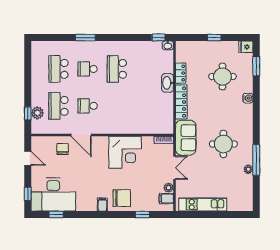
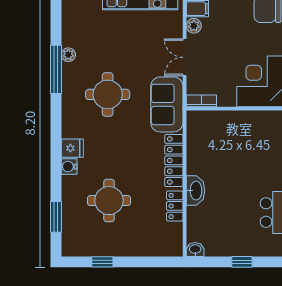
window: (158, 38) -> (242, 262), moved
window: (214, 38) -> (102, 262), moved
fridge: (246, 47) -> (72, 148), moved

